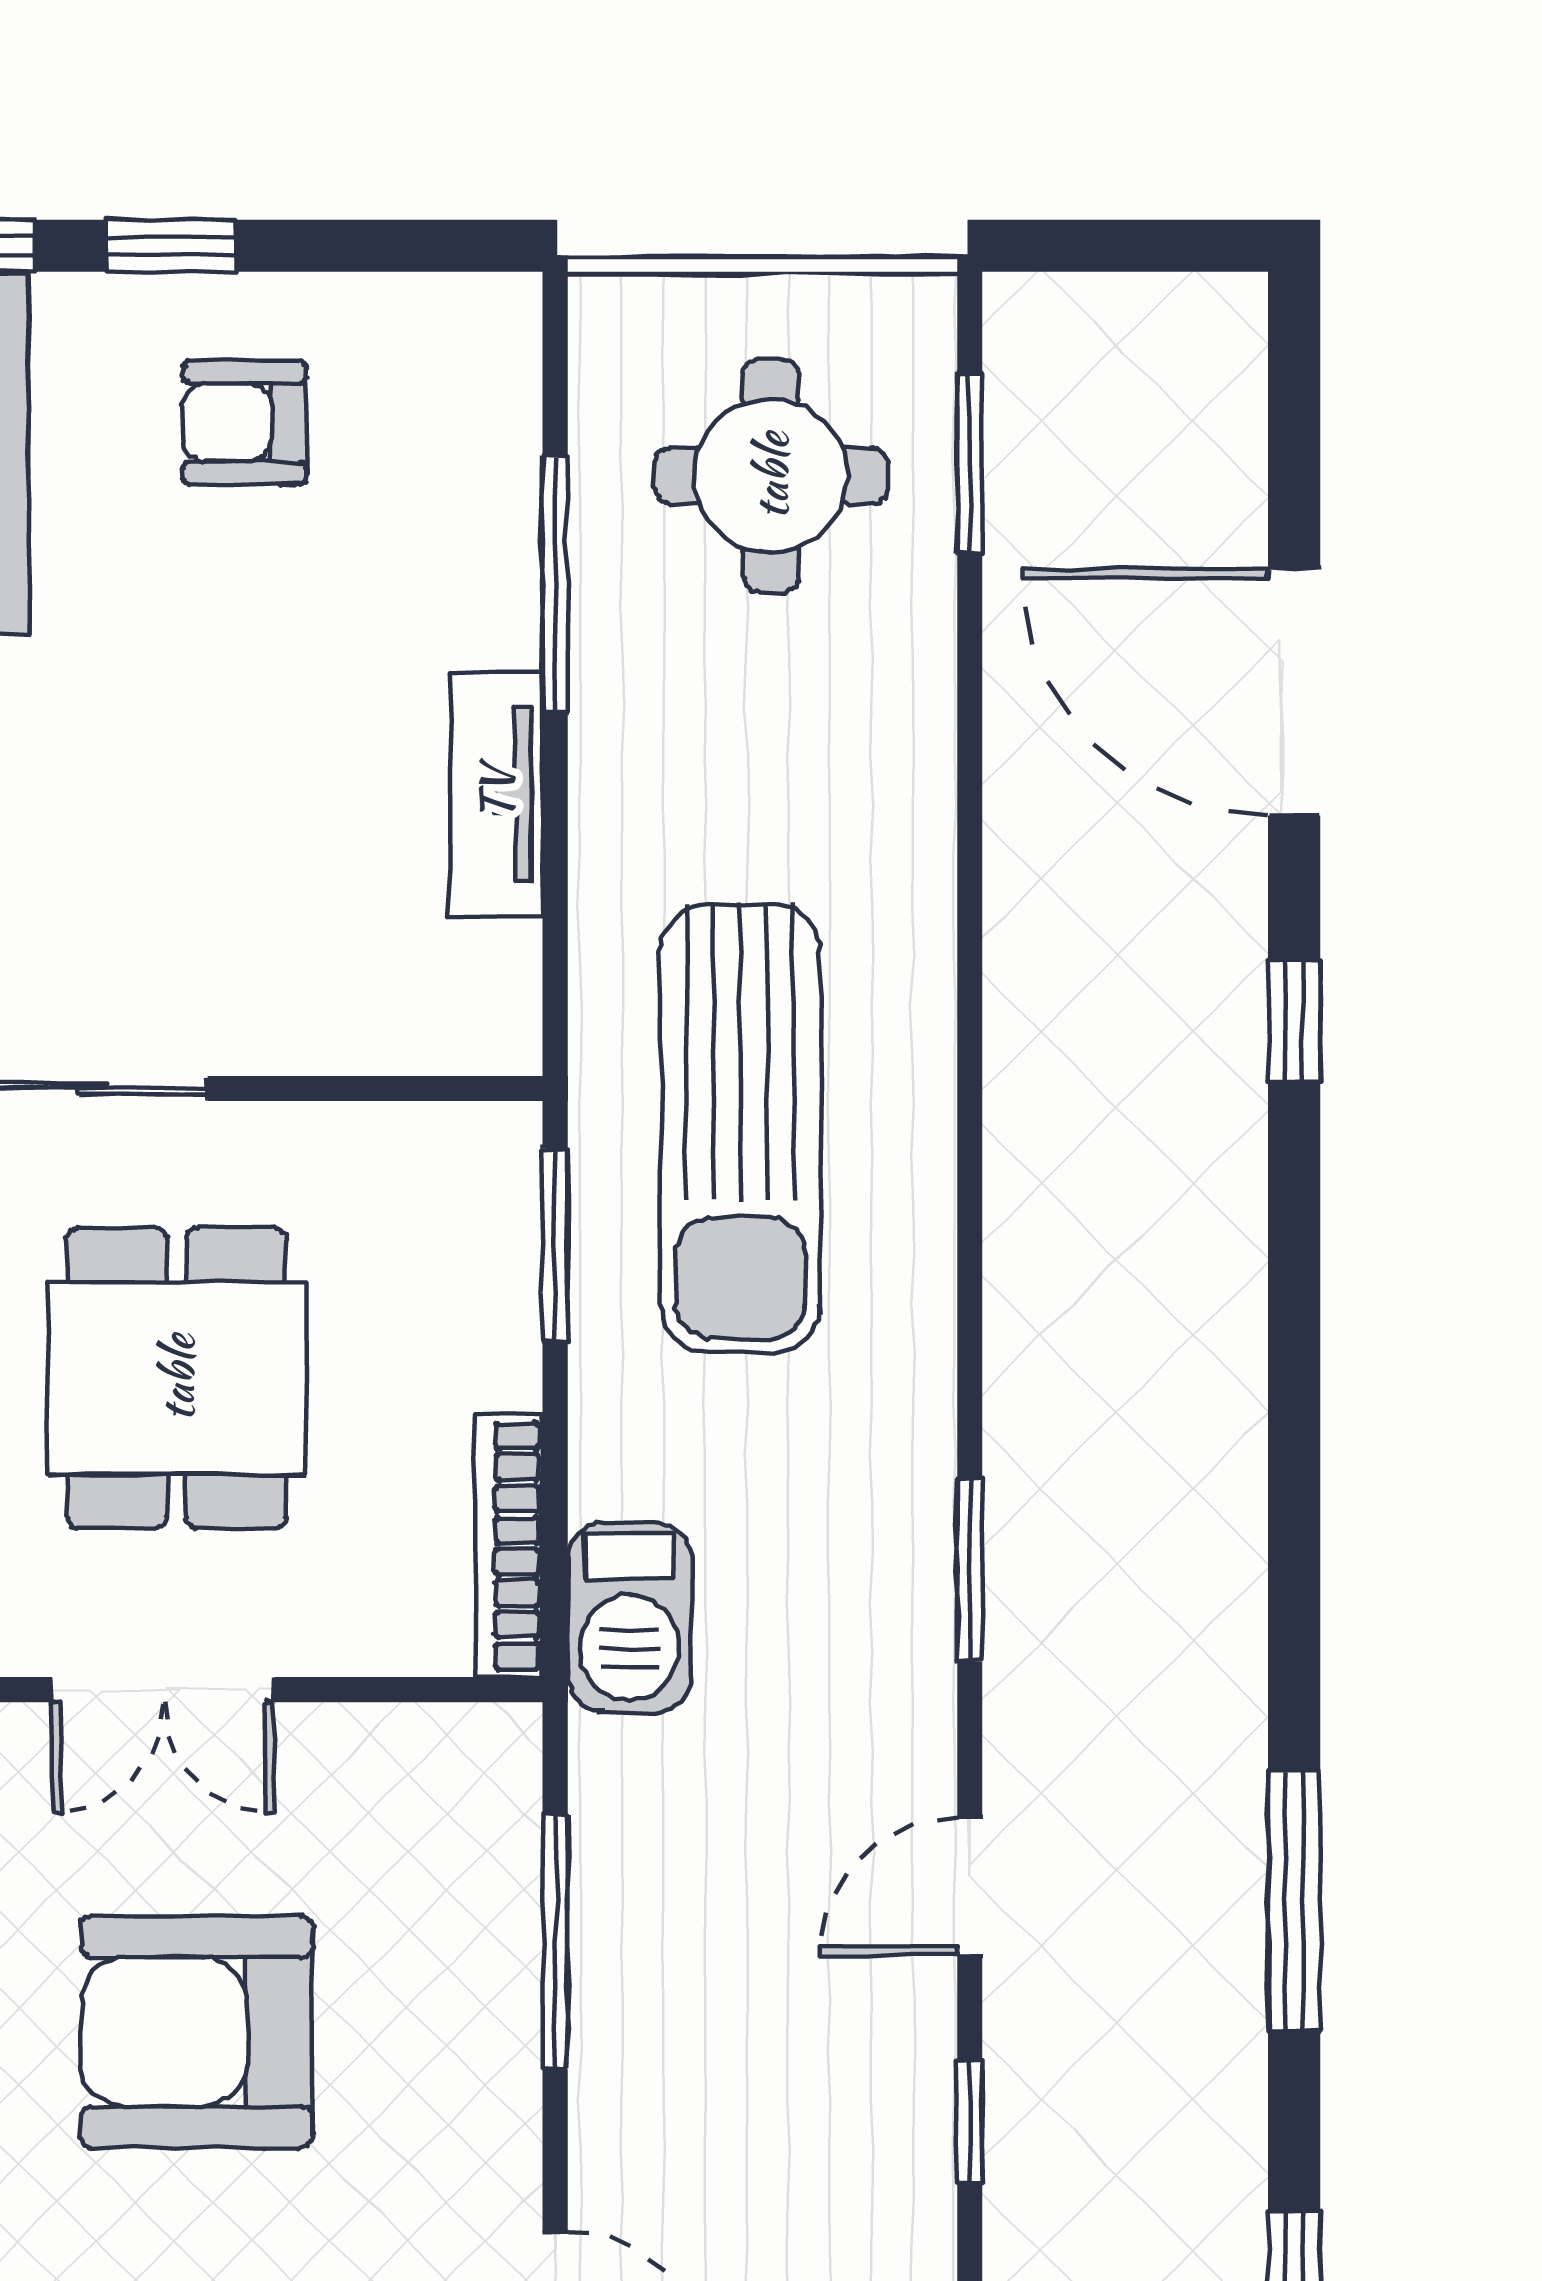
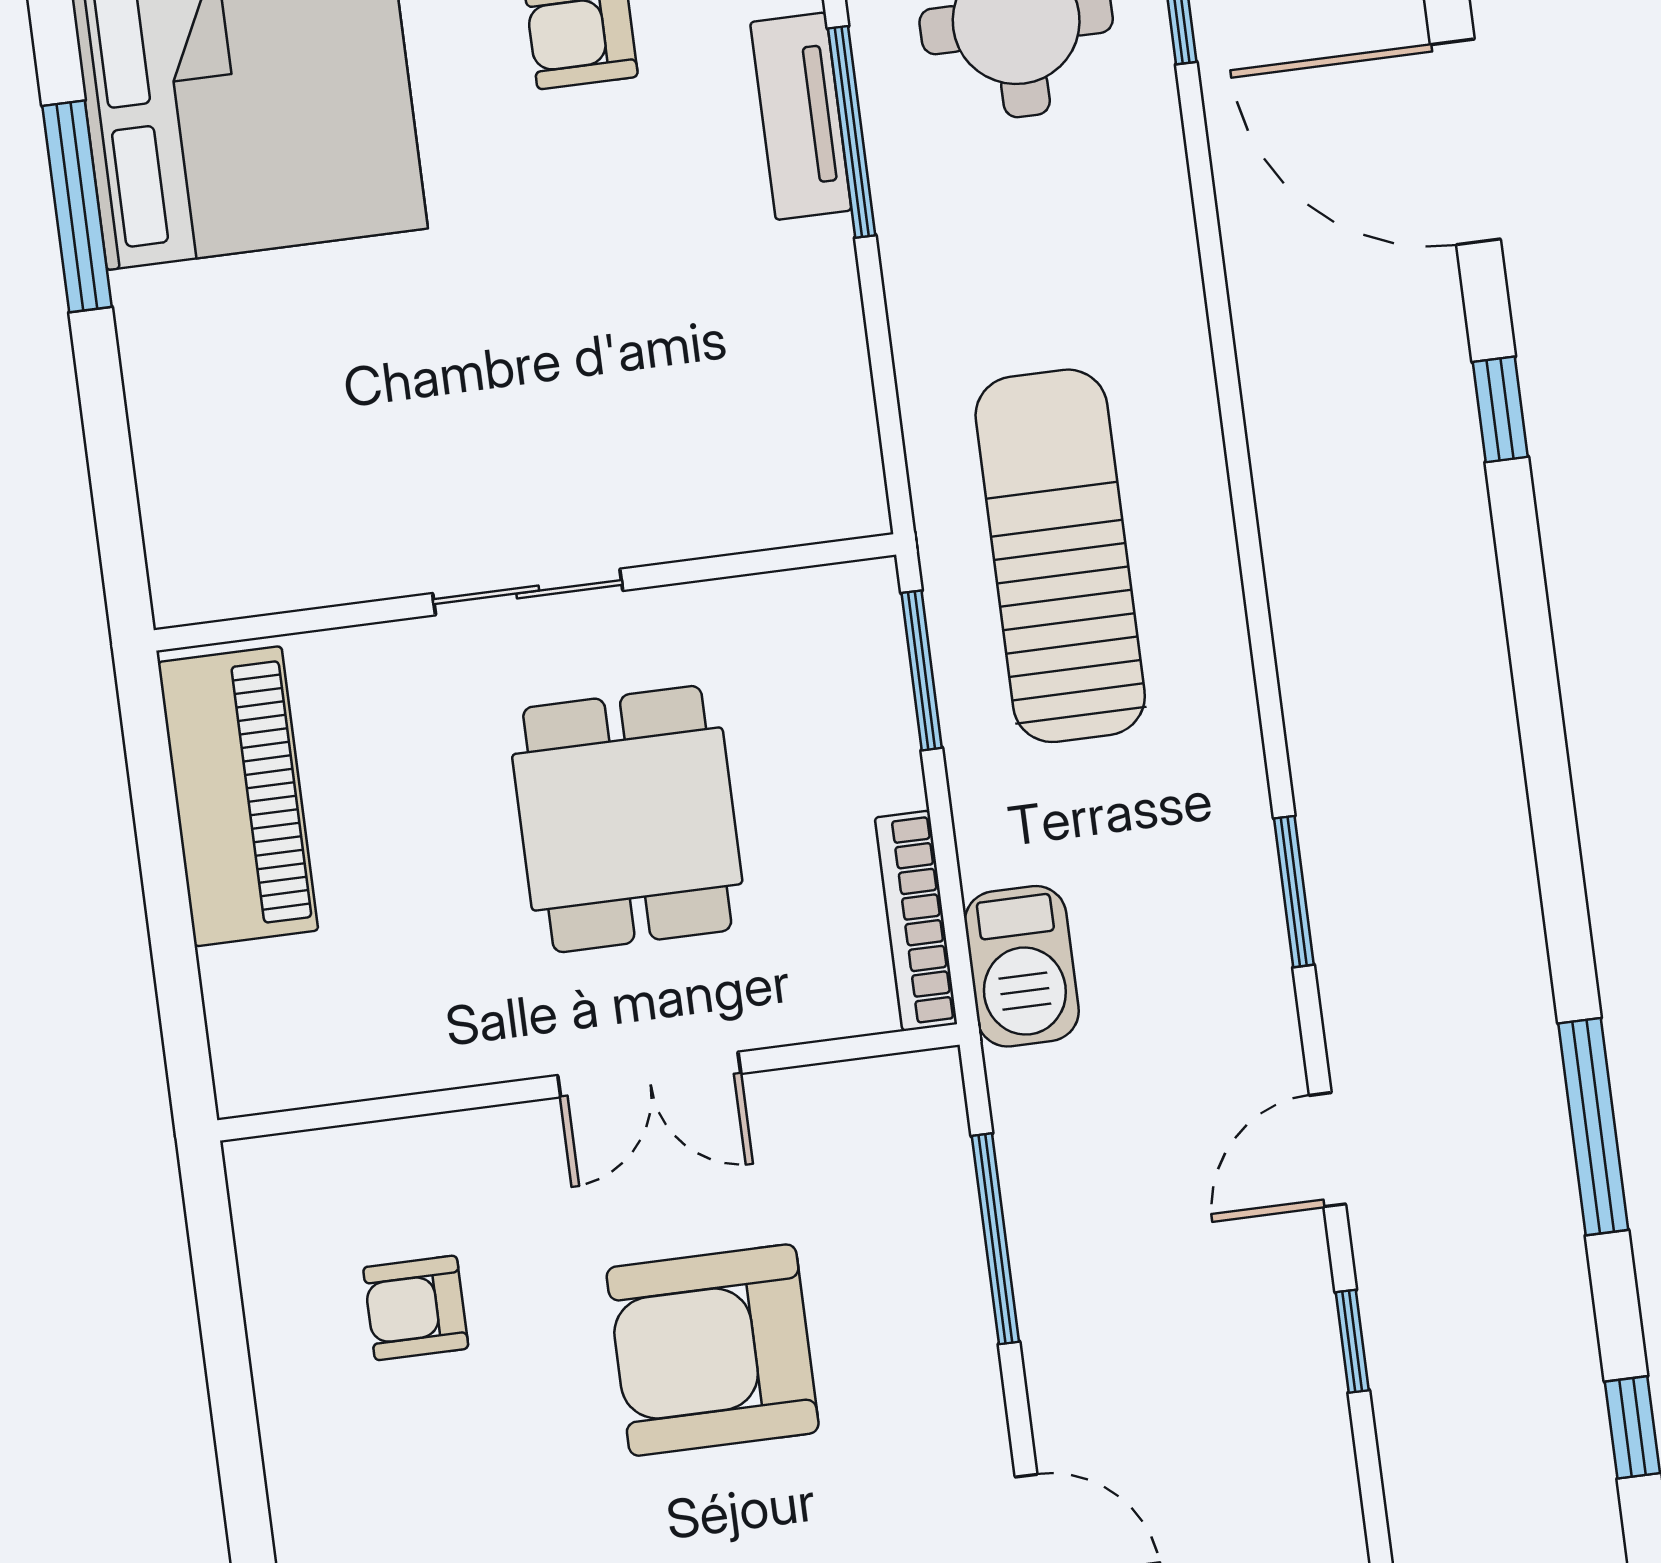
tv unit: (496, 794) -> (801, 116), moved
sun lounger: (740, 1128) -> (1060, 556), turned 180

